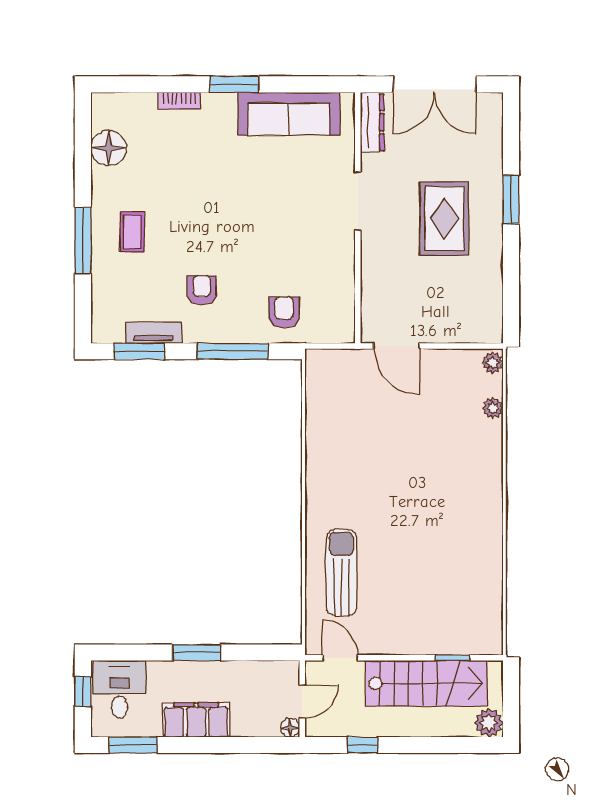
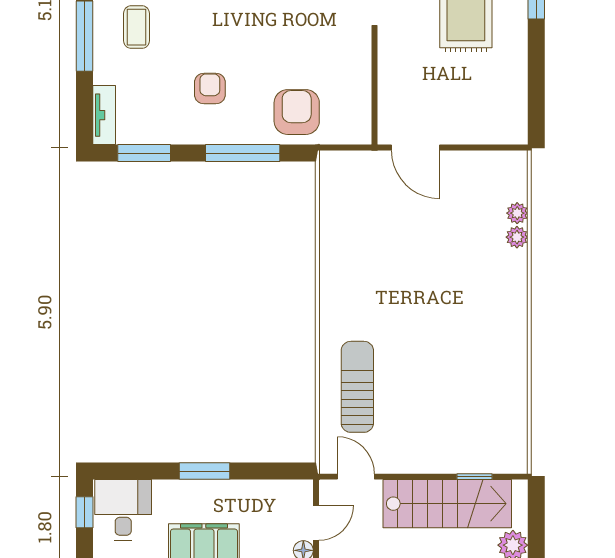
armchair: (284, 312) -> (297, 112), width x1.38, depth x1.38
tv unit: (153, 333) -> (104, 115), moved, turned 90
plant: (493, 363) -> (517, 237), moved

